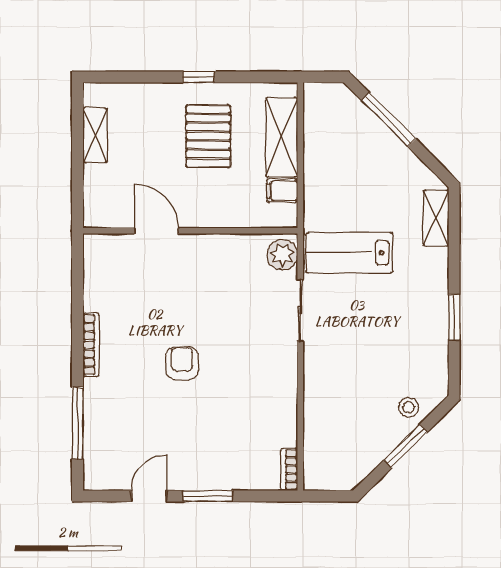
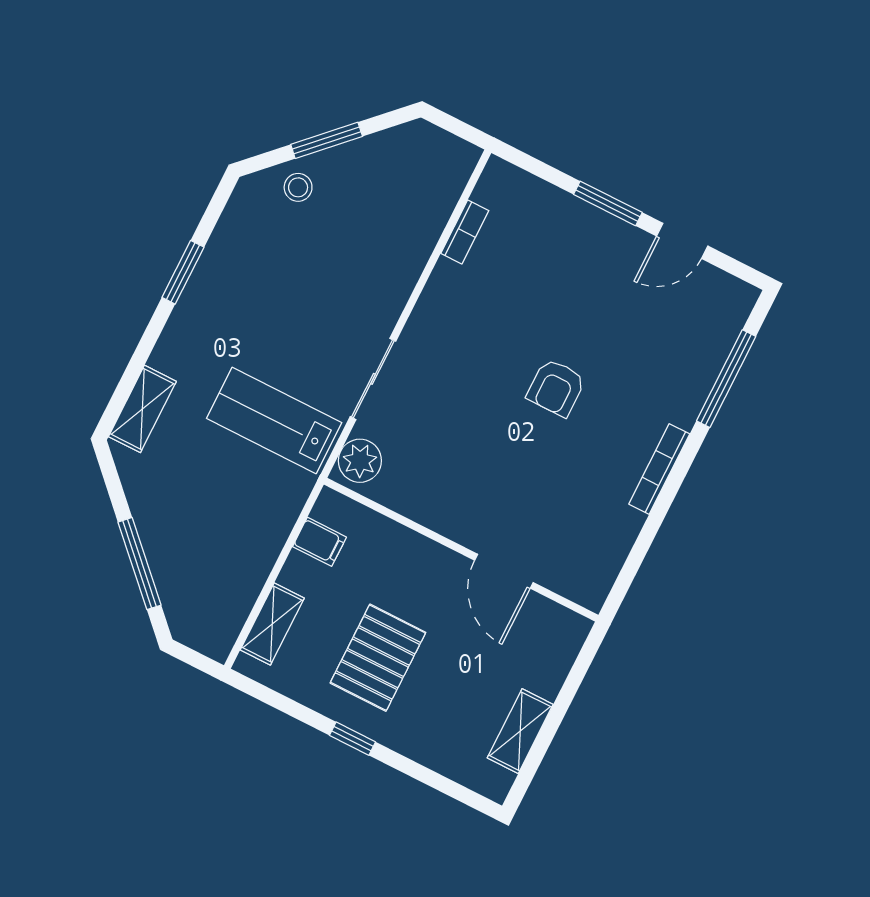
shelving: (282, 137) -> (272, 624), width x0.67, depth x0.75
lab bench: (349, 253) -> (274, 420), turned 180
bookcase: (289, 470) -> (465, 232), moved

